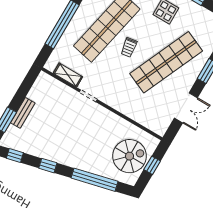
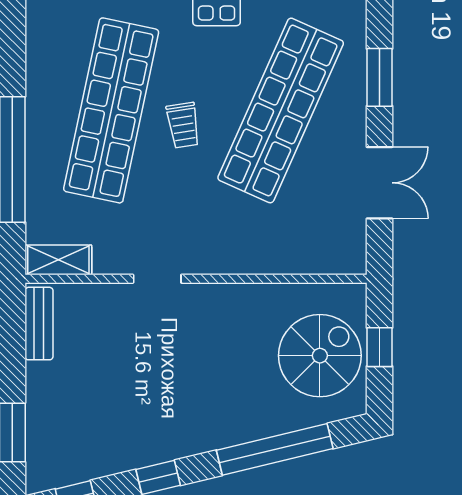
shelving: (68, 75) -> (58, 260), moved
bench: (23, 113) -> (39, 324), moved

